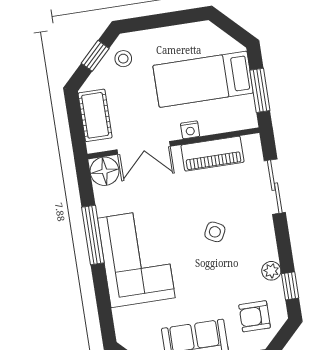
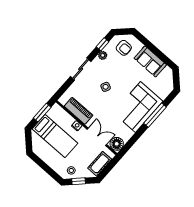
sliding door: (275, 187) -> (81, 69), moved
window: (93, 235) -> (155, 115), moved

